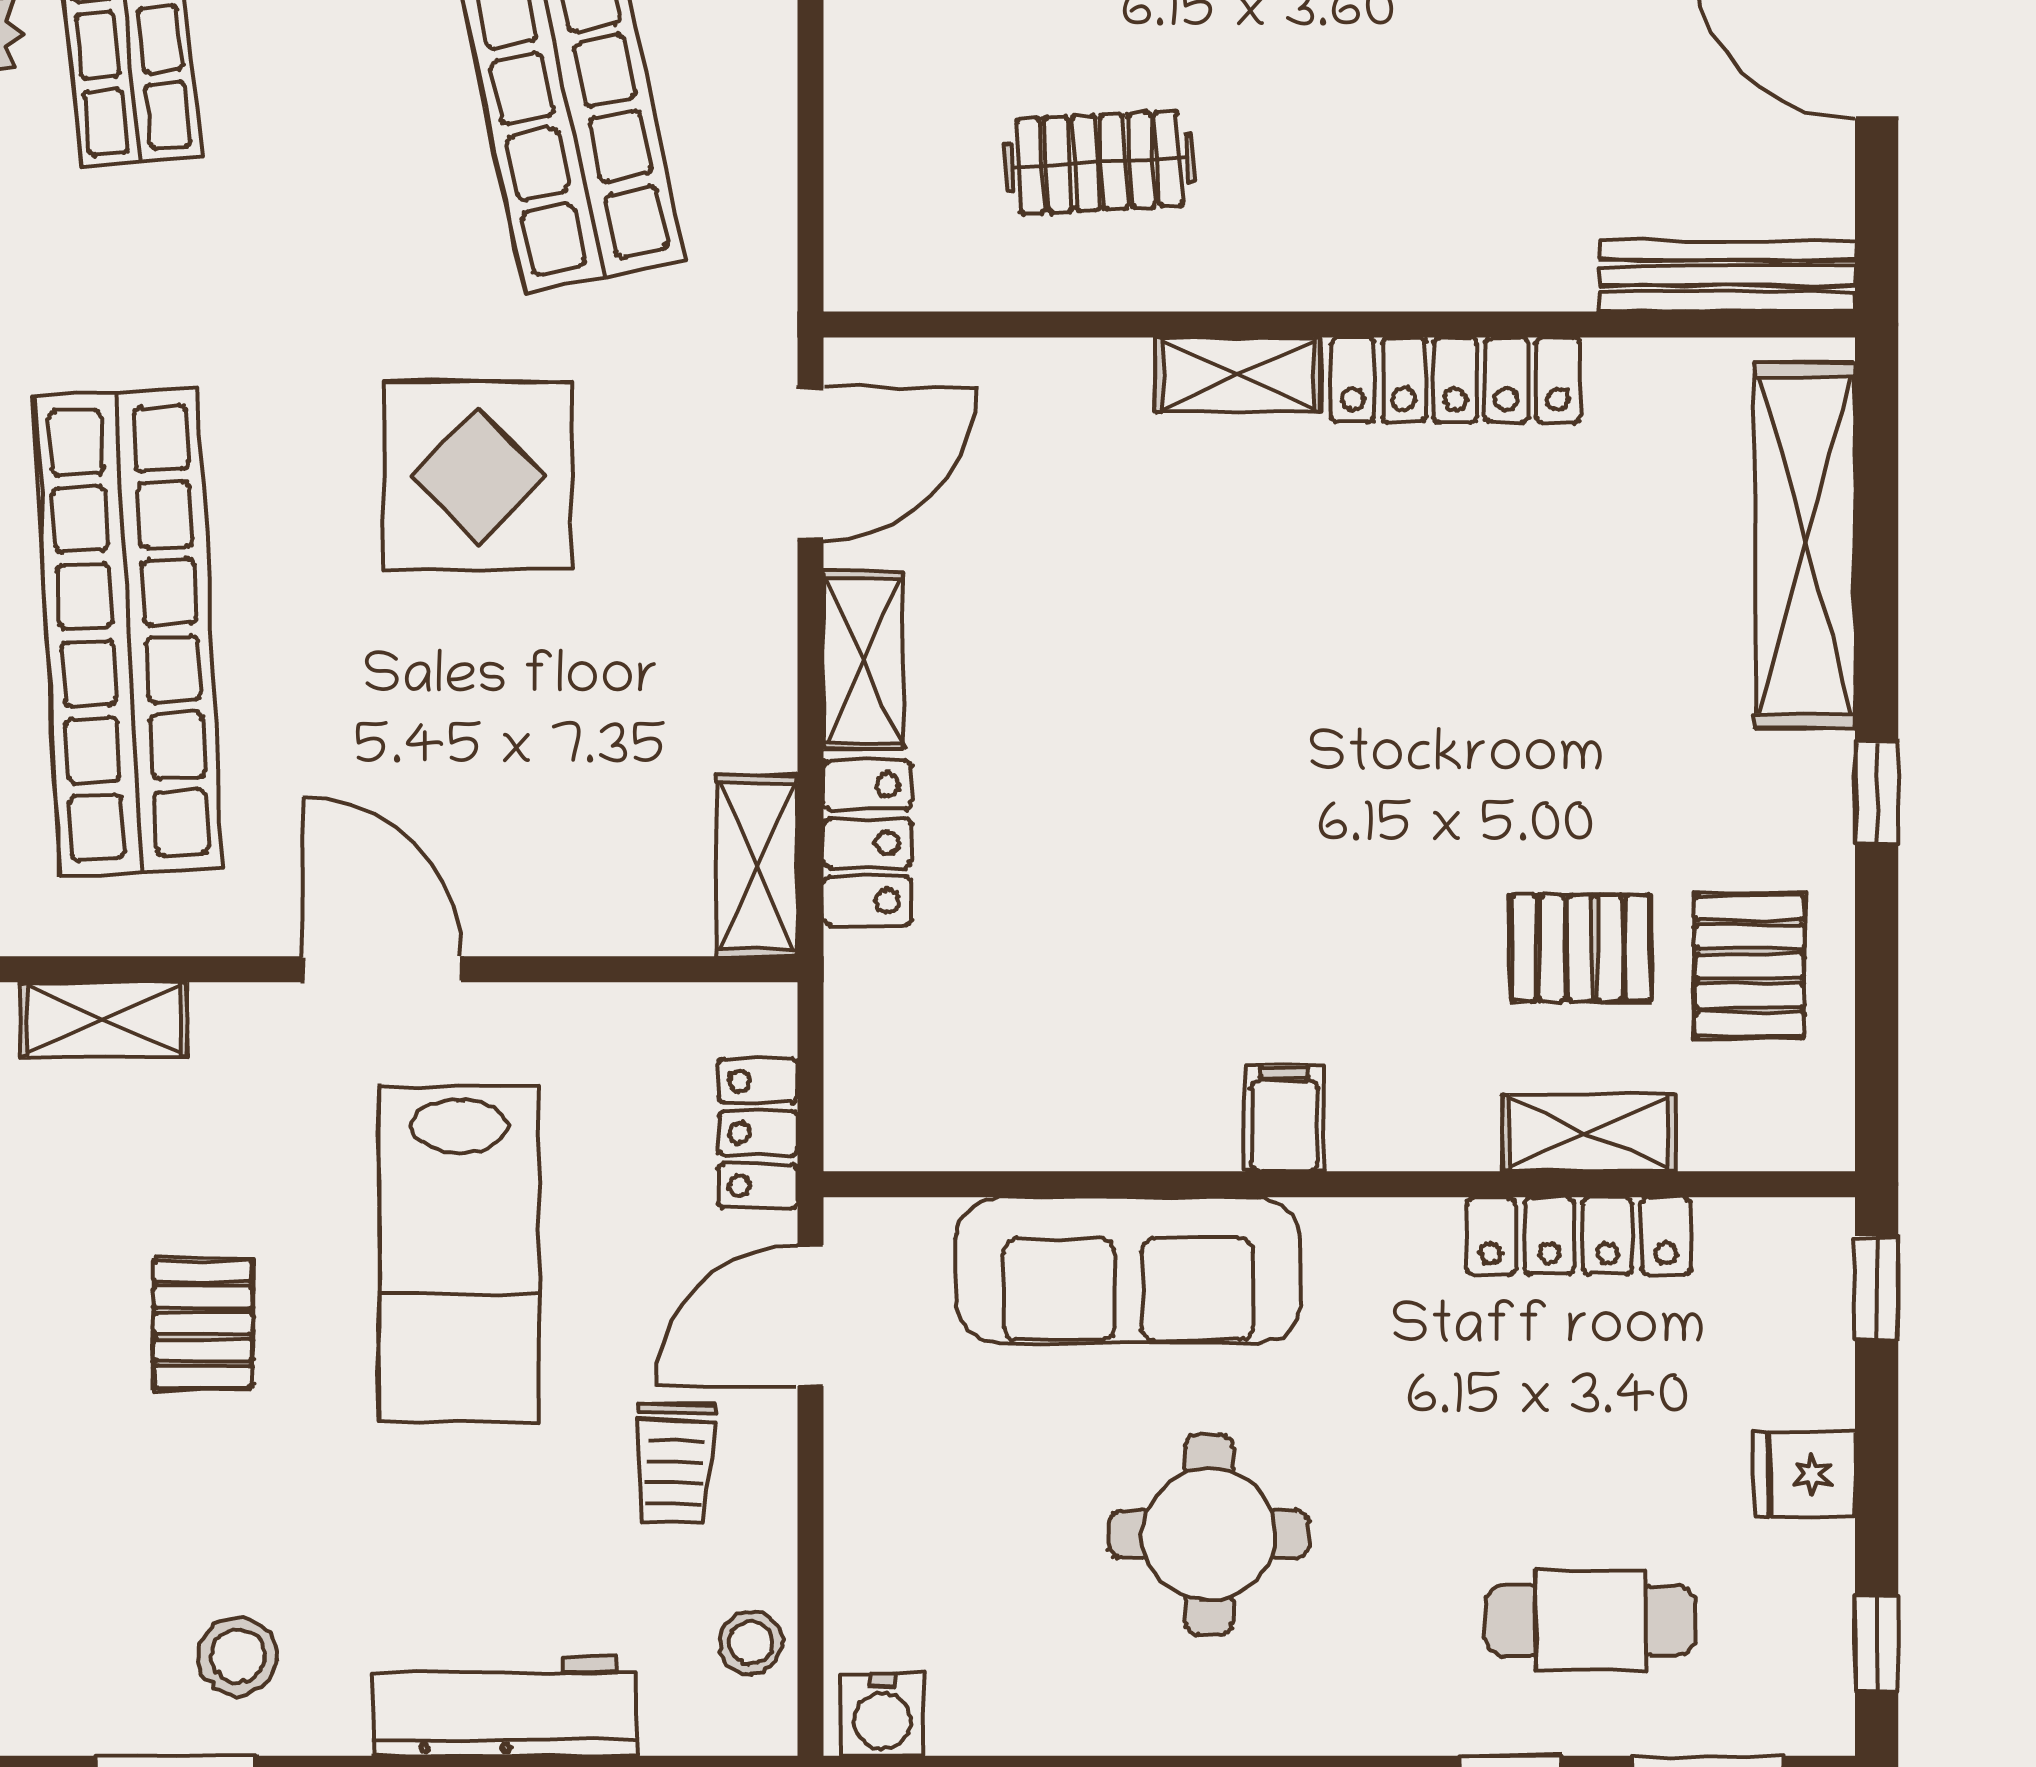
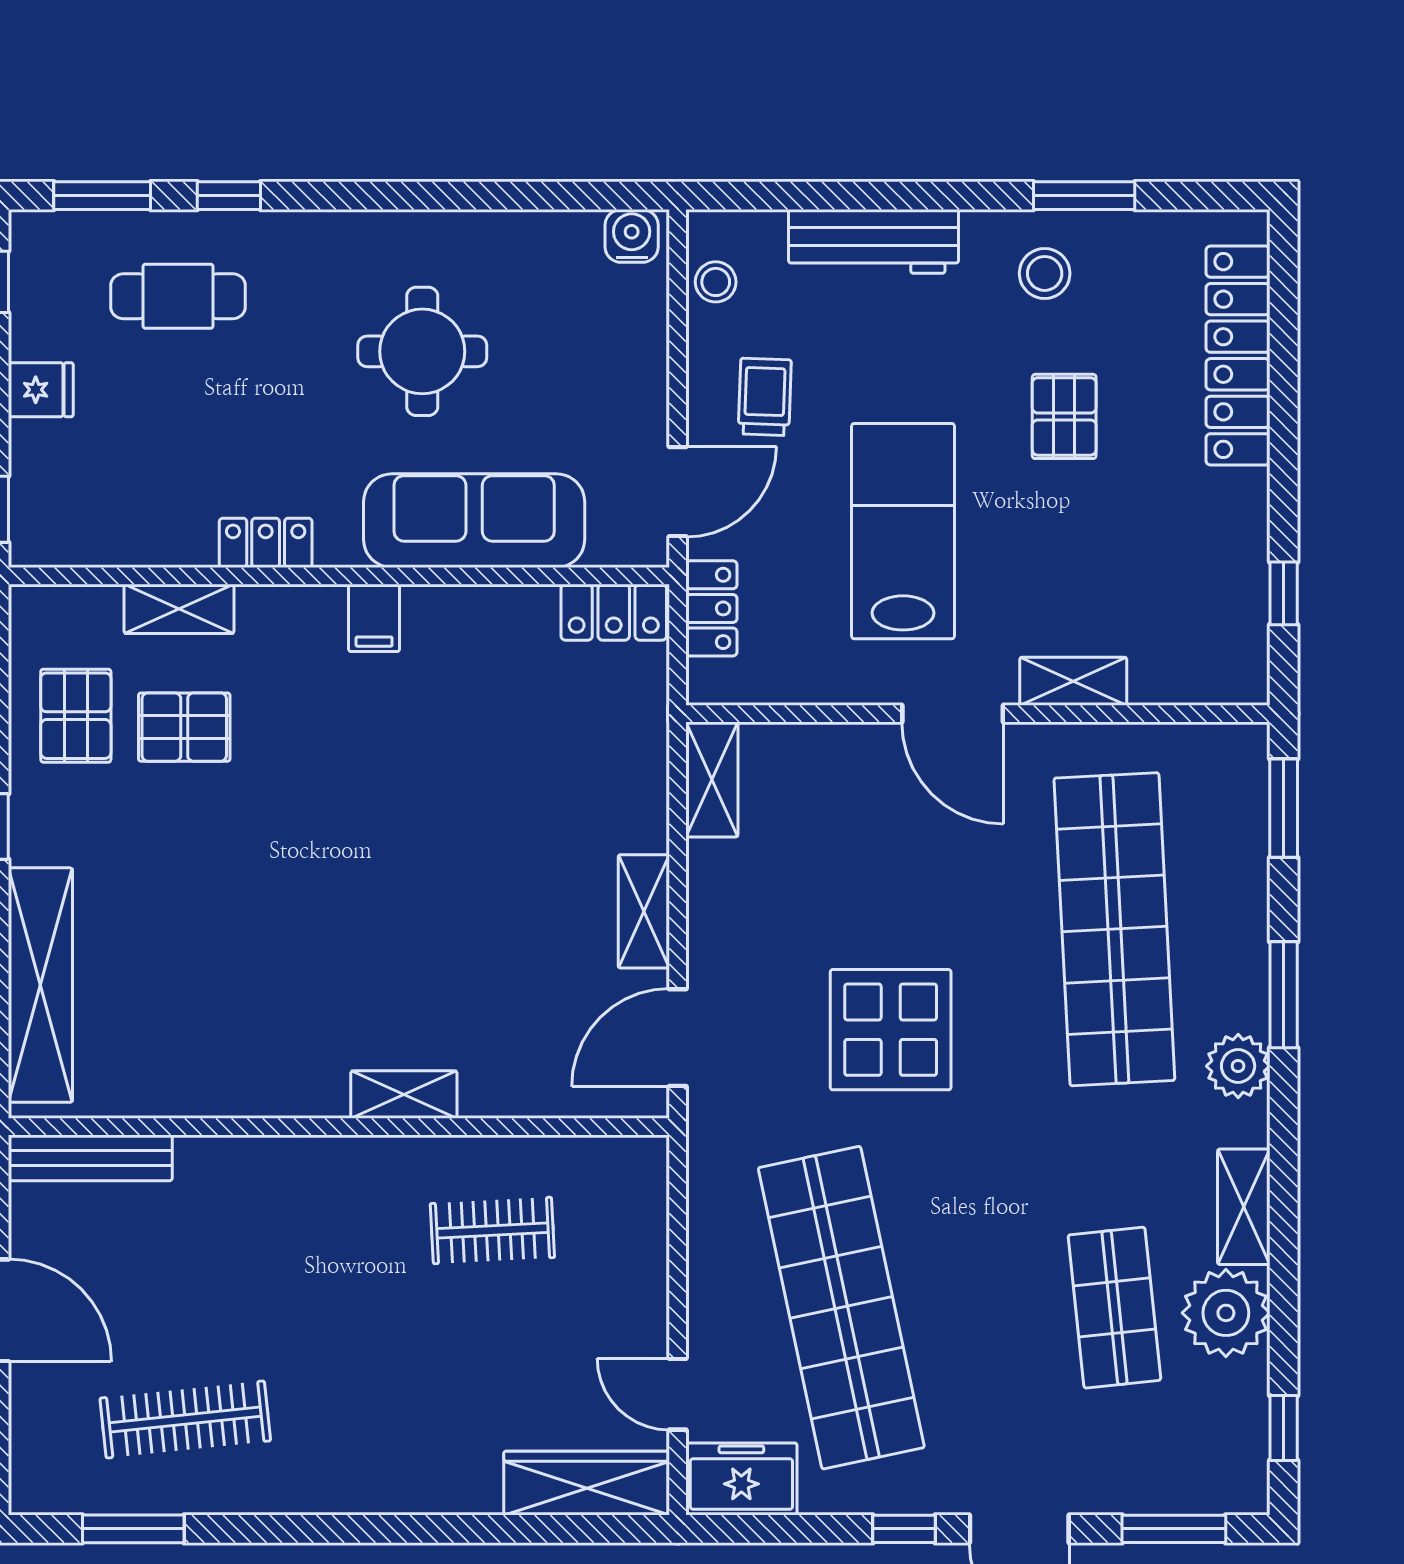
locker: (1455, 380) -> (264, 1091), removed
locker: (867, 843) -> (614, 612), moved, turned -90
shelving: (104, 1020) -> (1073, 681), moved
locker: (1578, 1236) -> (266, 543), moved, width x0.66
pallet: (203, 1324) -> (1064, 416), moved

